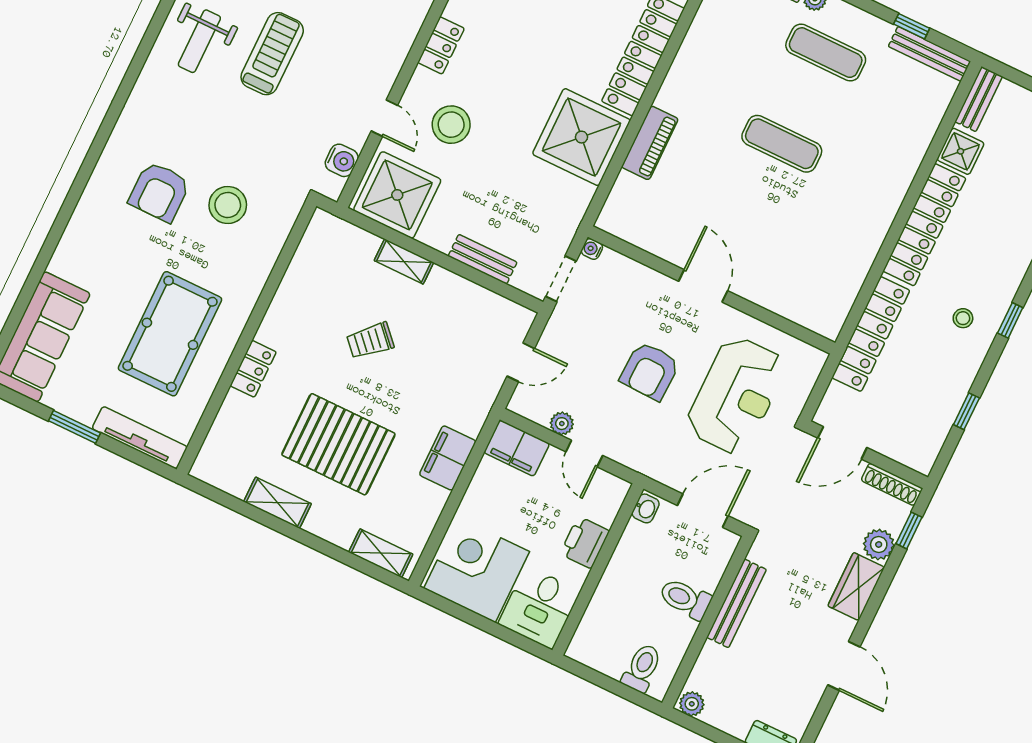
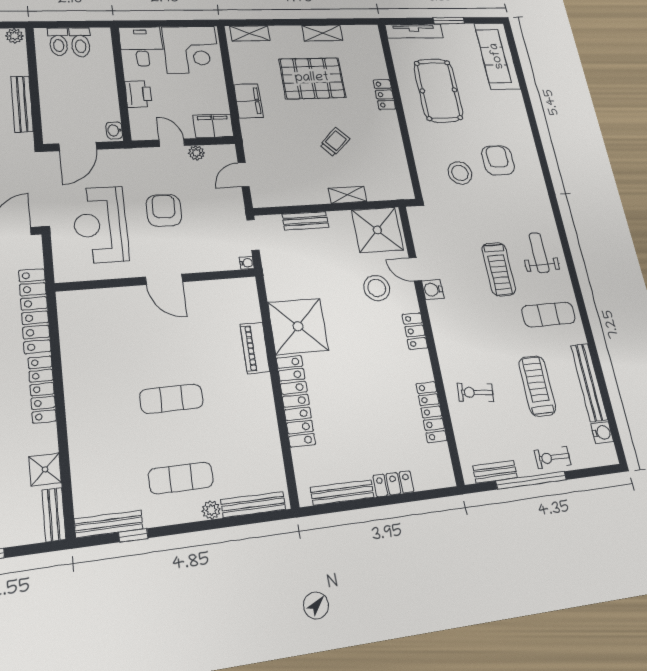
water cooler: (342, 160) -> (433, 289), moved
locker: (924, 225) -> (42, 389), width x0.71, depth x0.83
toilet: (685, 599) -> (80, 42), moved, turned 90

